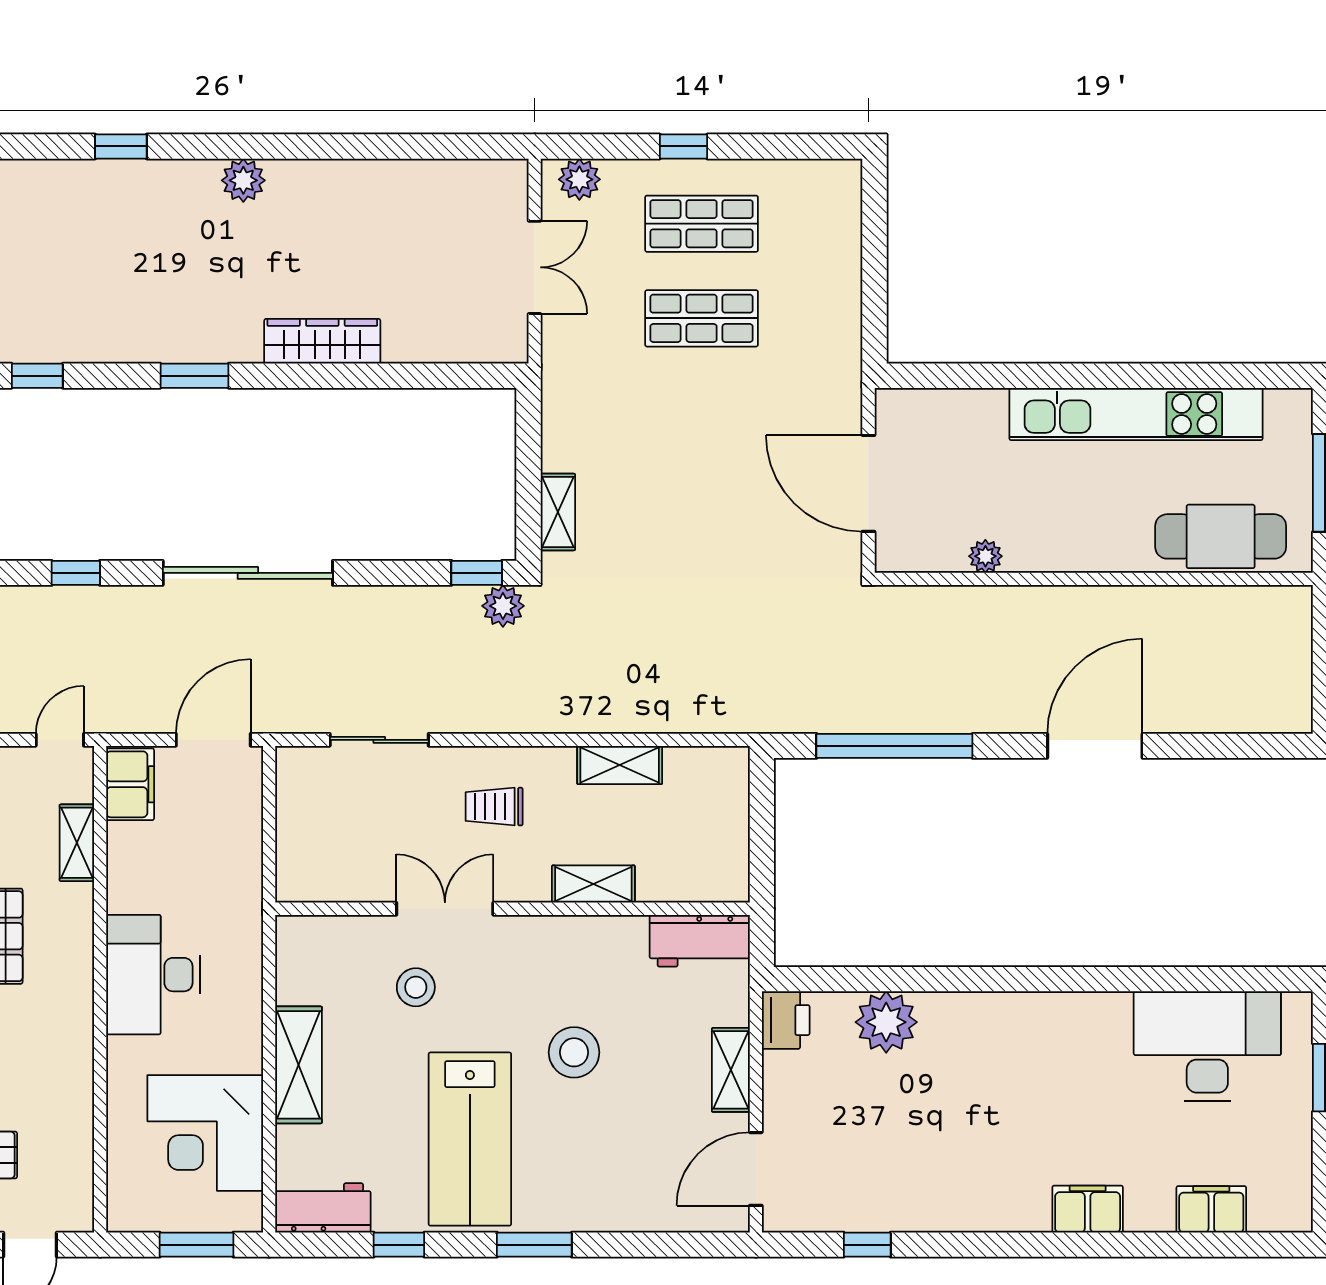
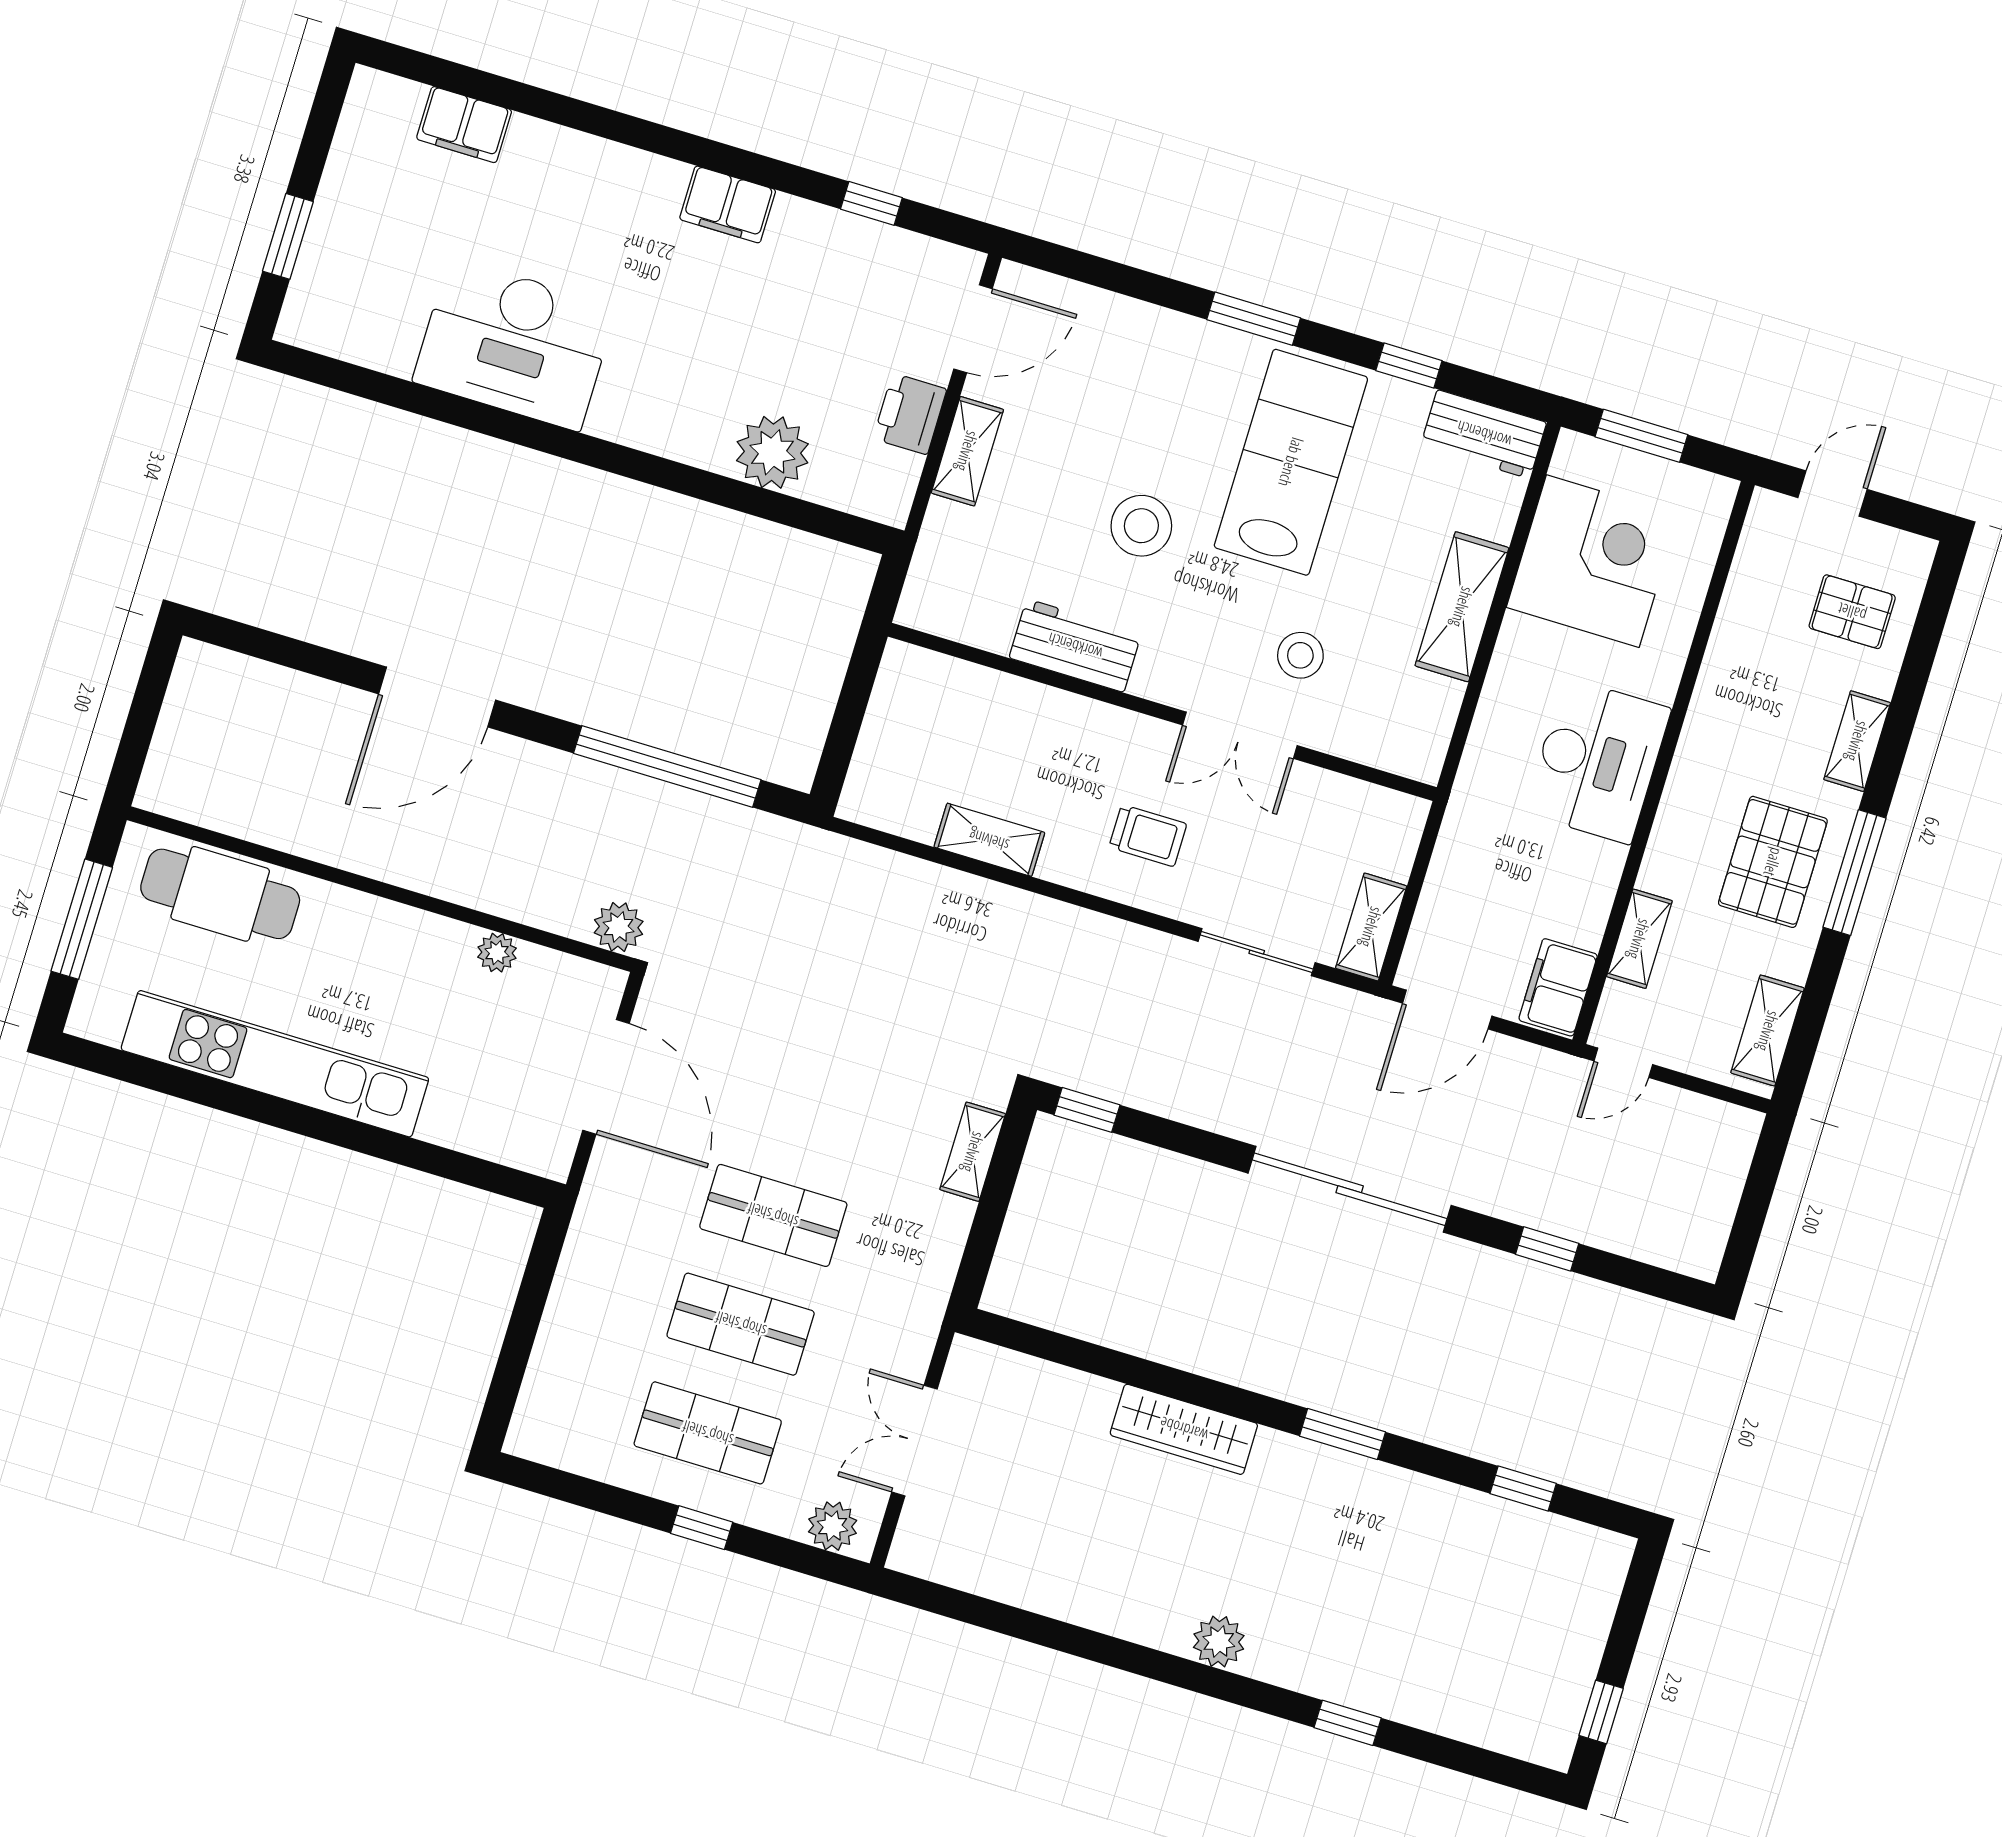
shop shelf: (702, 413) -> (773, 1215), added
plant: (503, 606) -> (619, 927), moved
shelving: (593, 884) -> (1371, 927), moved, turned 90
workbench: (700, 941) -> (1075, 646), moved
printer: (786, 1020) -> (910, 414), moved
desk: (1207, 1046) -> (515, 344), moved
filing cabinet: (1088, 1209) -> (728, 204), moved

